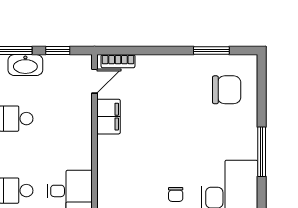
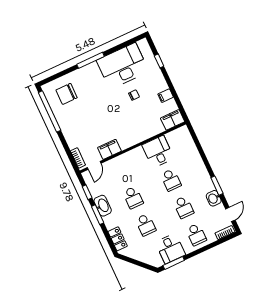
window: (211, 51) -> (50, 111), width x2.11
door: (95, 81) -> (94, 165), swing flipped
chair: (227, 90) -> (66, 94), turned -90

